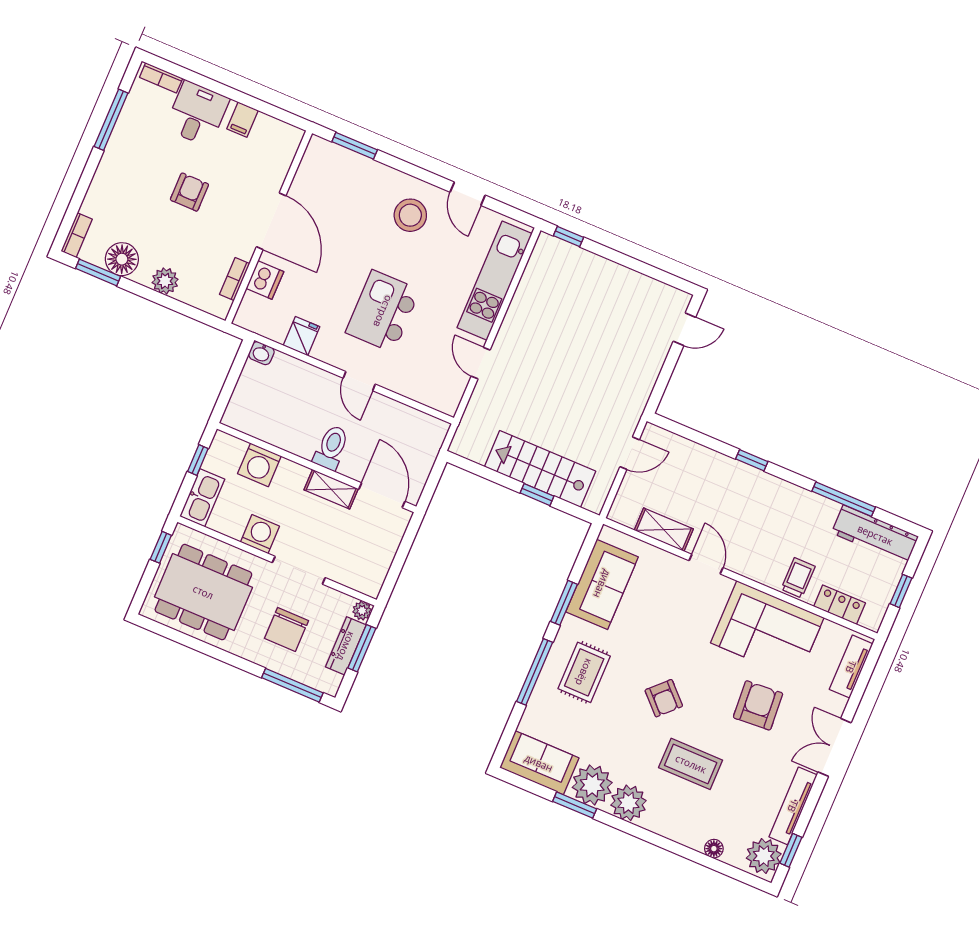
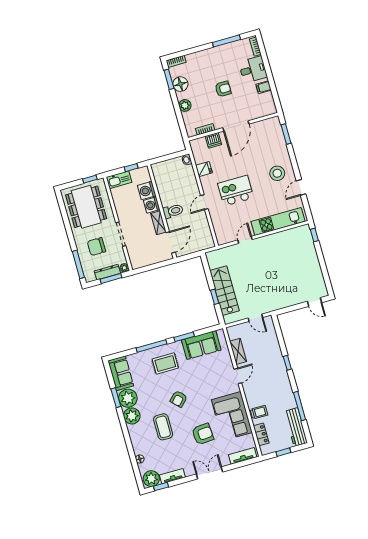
washing machine: (260, 534) -> (152, 205), moved, turned 180
tv unit: (793, 806) -> (172, 476), width x0.71

